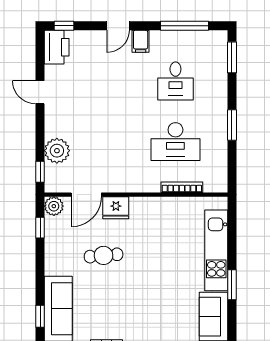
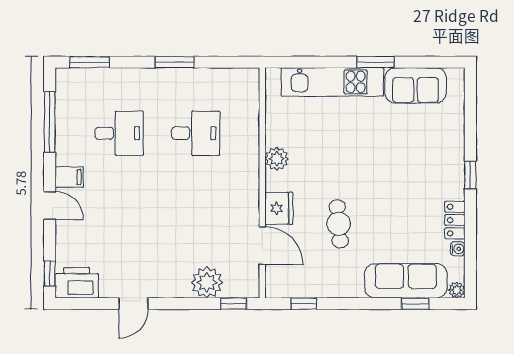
desk: (175, 142) -> (196, 133), width x0.73
bookcase: (182, 187) -> (253, 125), removed
plant: (54, 206) -> (277, 159), moved

